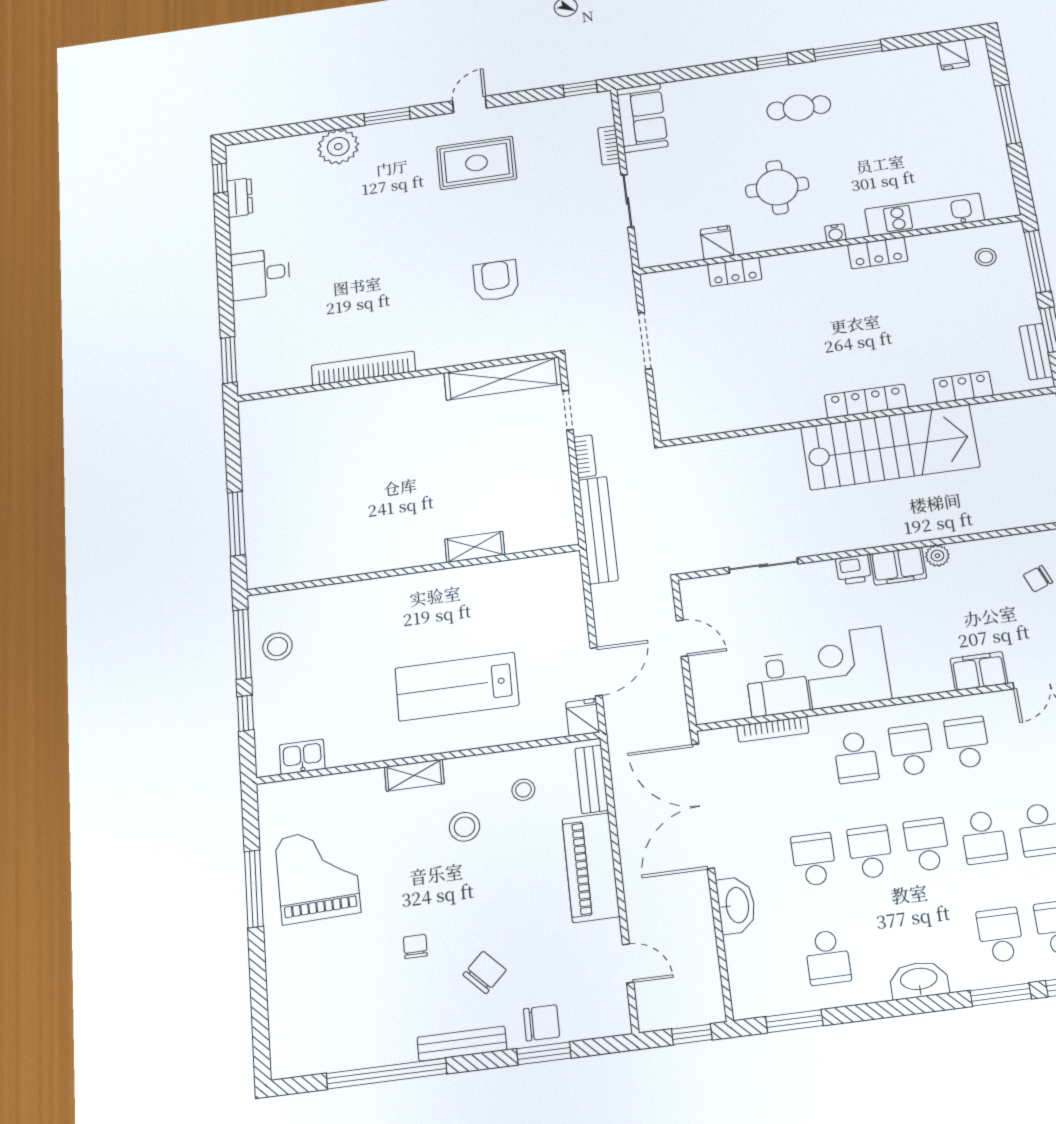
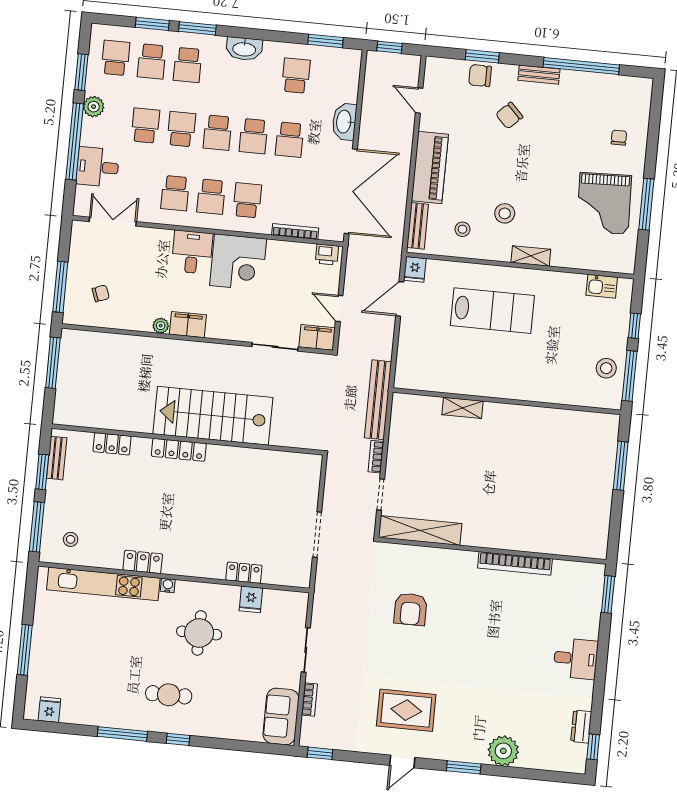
kitchen unit: (924, 215) -> (103, 584), width x1.36
stairs: (890, 447) -> (213, 416), moved
printer: (853, 570) -> (327, 254), moved, turned 180
filing cabinet: (979, 671) -> (317, 337), moved, turned 180
desk: (777, 685) -> (192, 252), moved
chair: (415, 946) -> (619, 138), moved, turned 180
bench: (462, 1044) -> (539, 75), width x0.73

